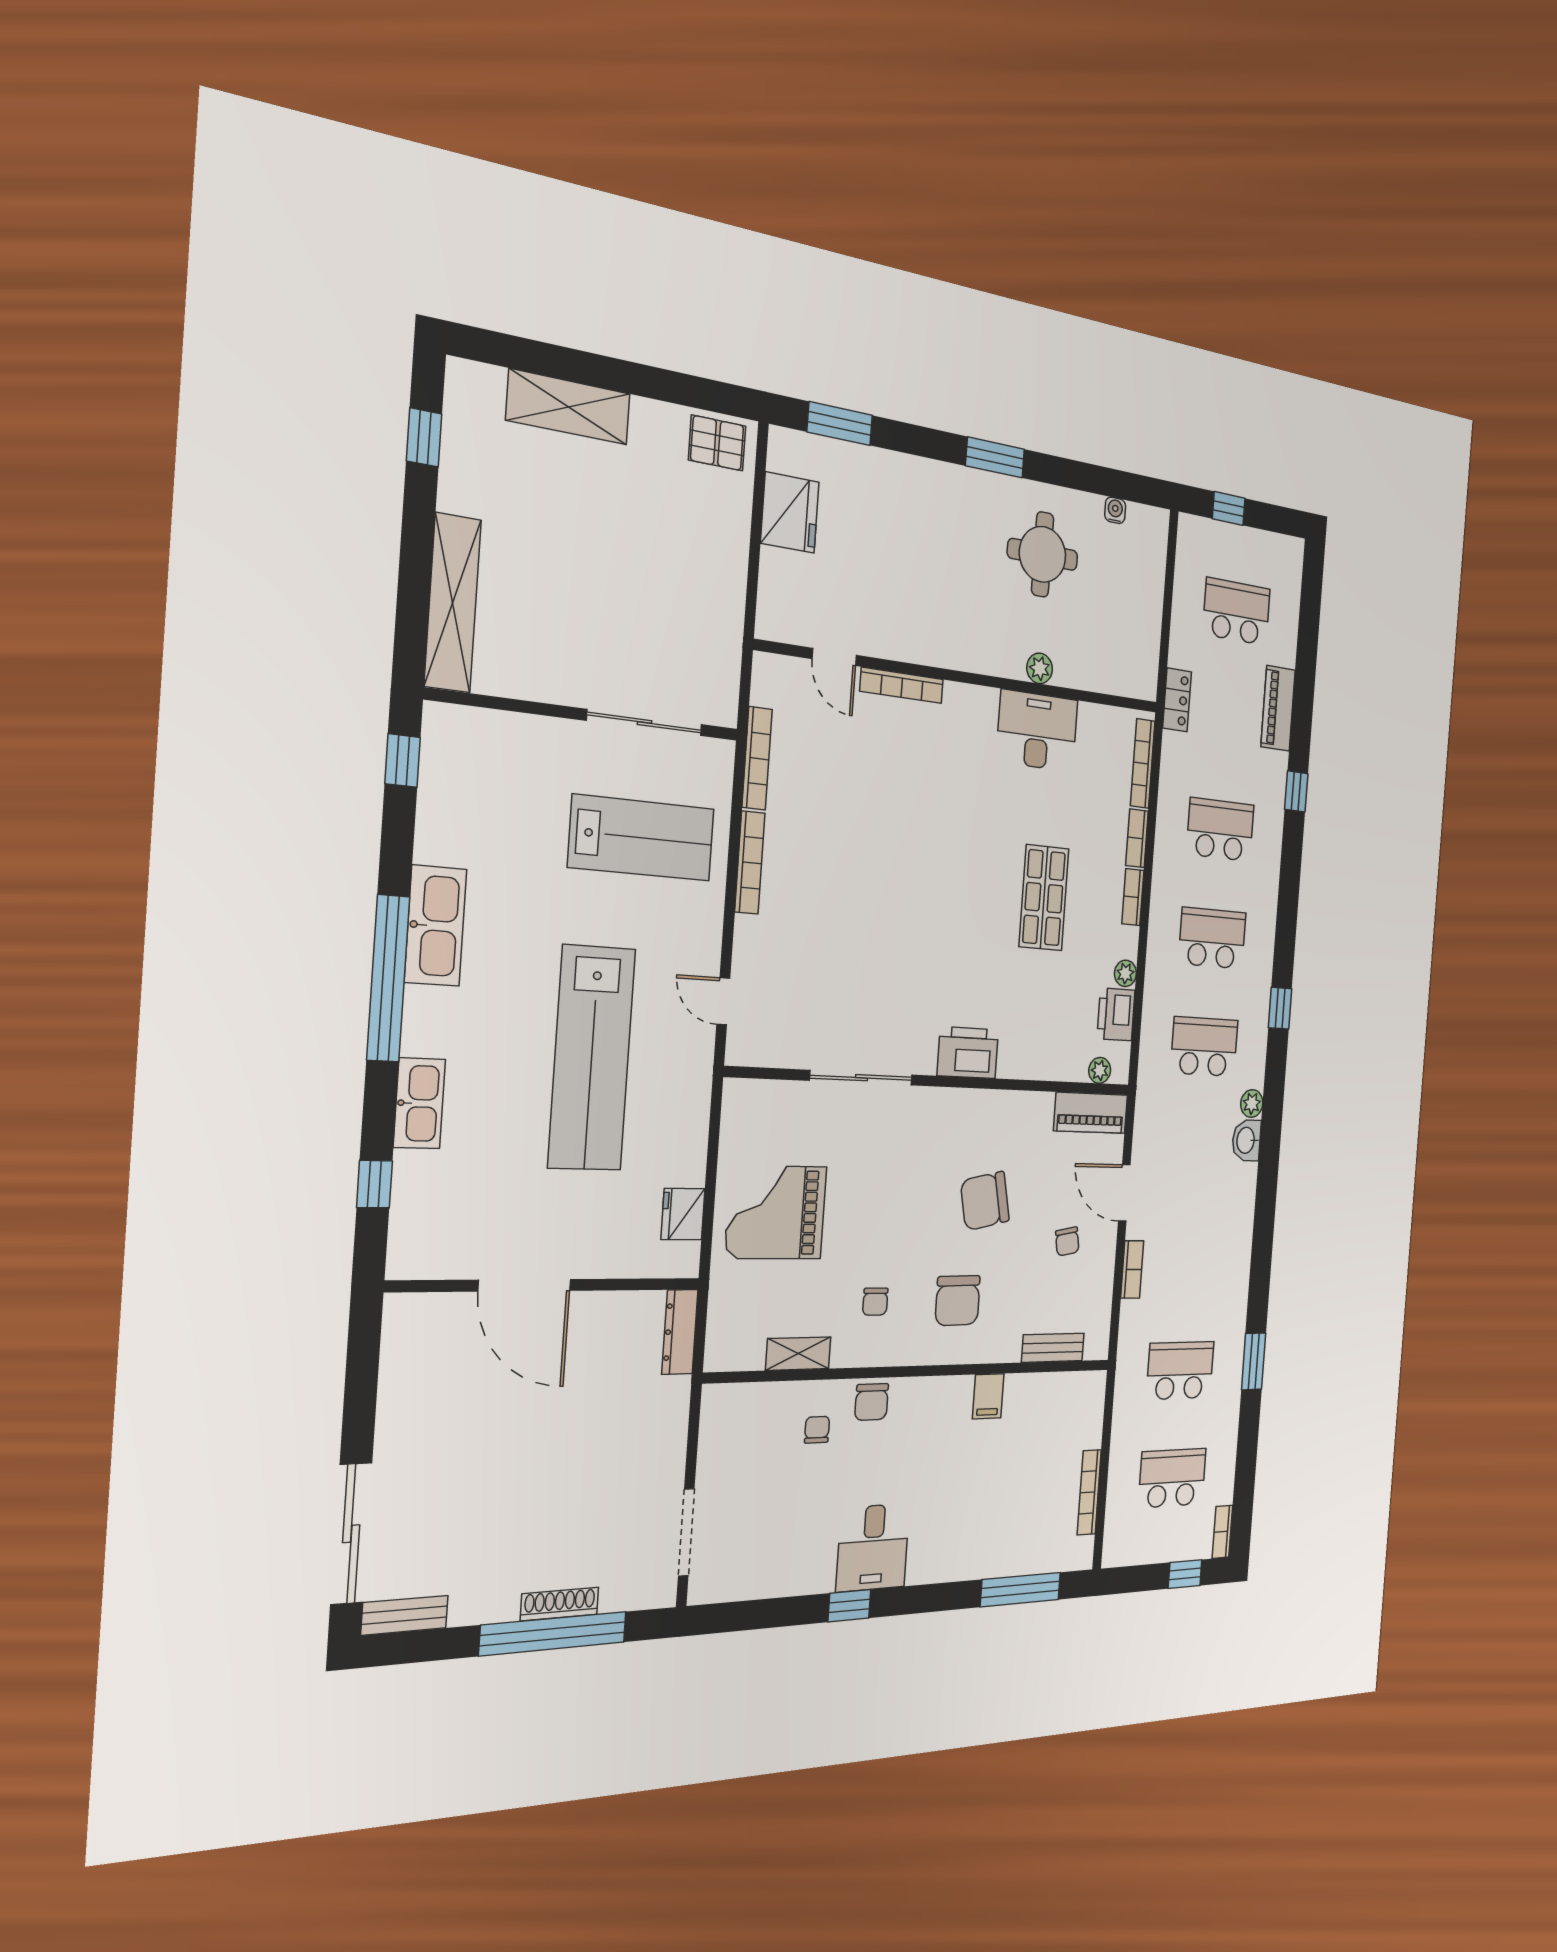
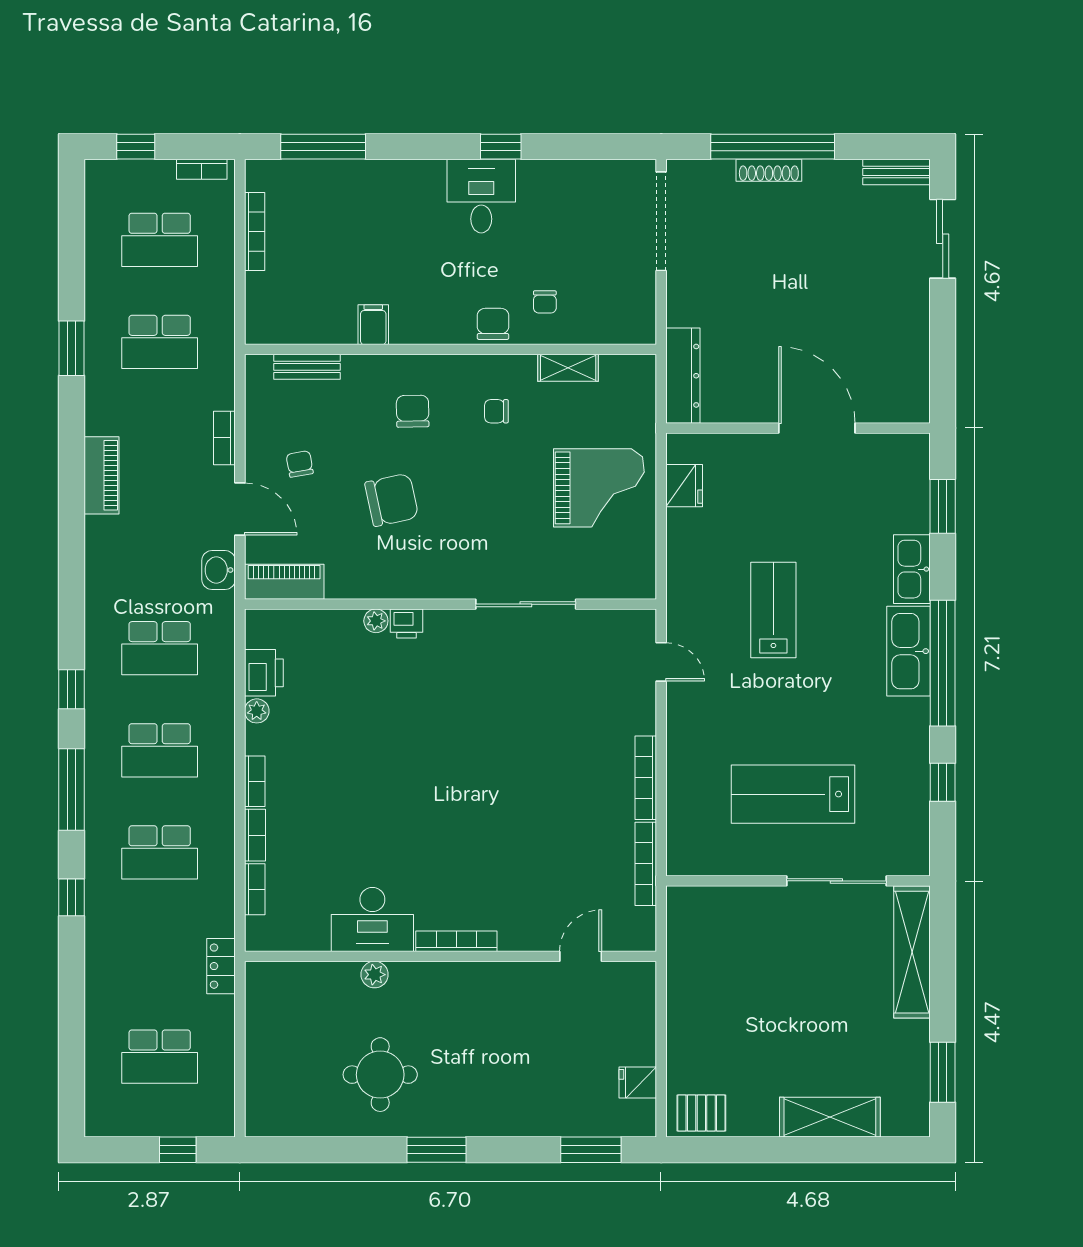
window: (424, 437) -> (943, 1072), width x1.50
water cooler: (1115, 510) -> (306, 1126), removed
fridge: (790, 513) -> (638, 1082), width x0.53, depth x0.75
door: (834, 657) -> (581, 956), hinge flipped
bookcase: (902, 685) -> (456, 941), moved
piano: (1278, 708) -> (101, 475), moved
sliding door: (645, 723) -> (836, 881), moved
window: (403, 761) -> (943, 782), moved
bookcase: (1143, 763) -> (255, 889), width x0.64
lab bench: (642, 838) -> (793, 794), moved
shop shelf: (1044, 898) -> (352, 773), removed
window: (1288, 904) -> (72, 789), added
kitchen sink: (436, 926) -> (908, 651), moved
printer: (968, 1053) -> (406, 624), width x0.53, depth x0.68
lab bench: (592, 1058) -> (773, 610), width x0.54, depth x0.72
plant: (1100, 1070) -> (376, 621), moved
plant: (1252, 1103) -> (97, 597), removed
washbasin: (1246, 1140) -> (219, 570), moved, turned 180
window: (374, 1184) -> (943, 506), width x1.50
chair: (958, 1301) -> (413, 411), width x0.73, depth x0.73
chair: (875, 1302) -> (496, 411), turned -90
dresser: (680, 1332) -> (683, 376), width x1.37, depth x1.24
doorway: (686, 1532) -> (661, 221), width x1.36
bookcase: (1222, 1532) -> (202, 169), moved, turned 90
sliding door: (351, 1534) -> (943, 239), width x0.73

